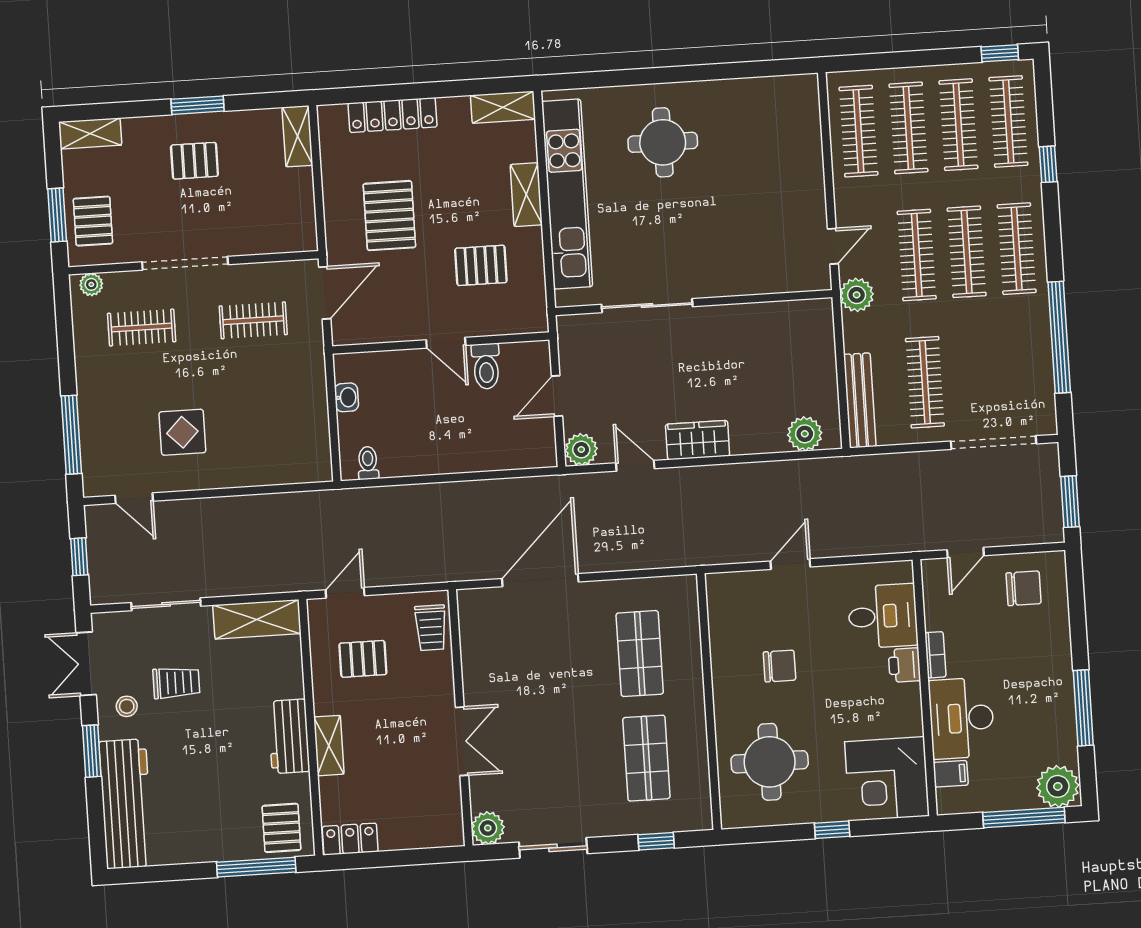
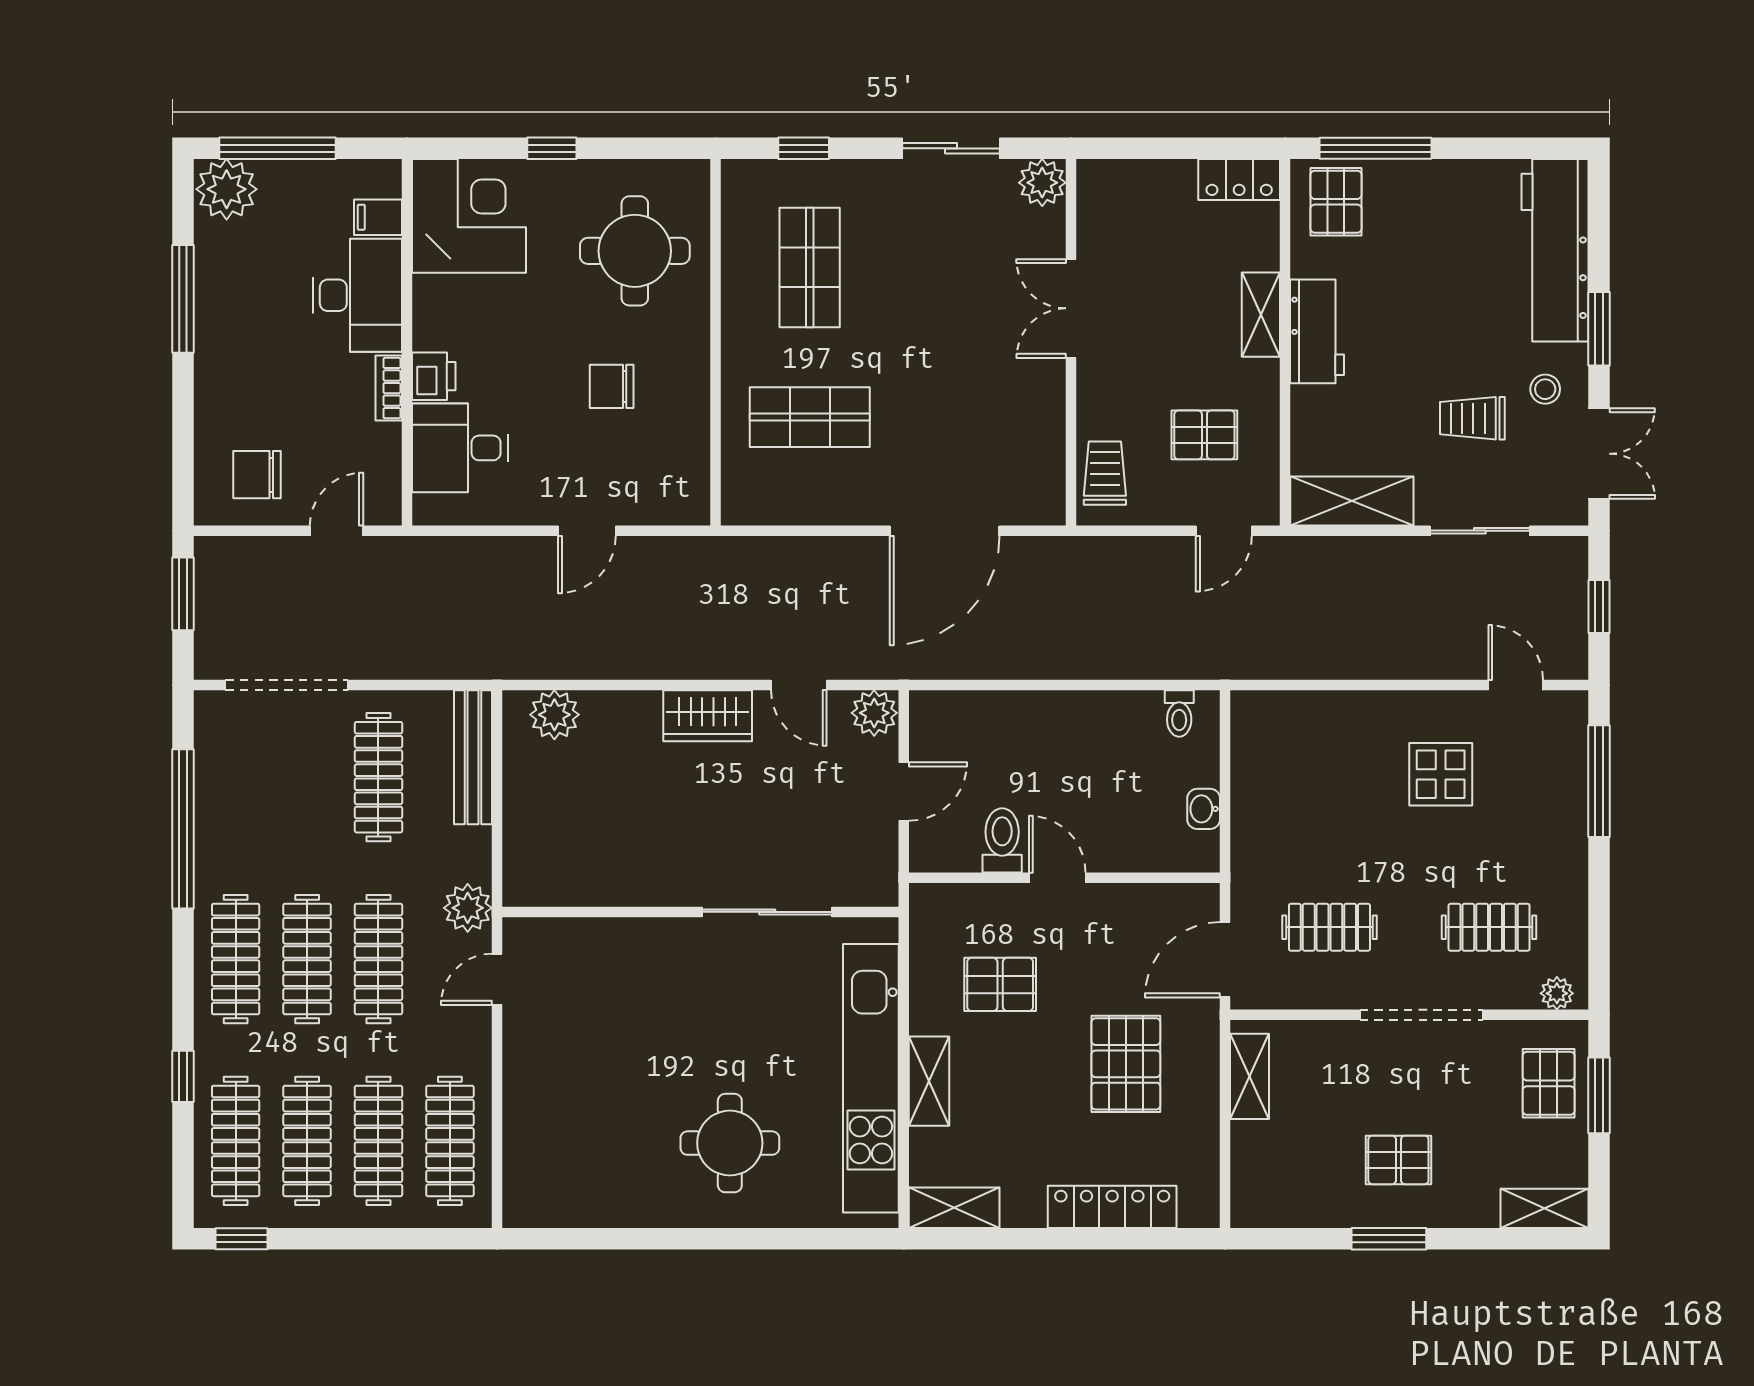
shelving: (297, 136) -> (1249, 1076), moved
shop shelf: (640, 654) -> (810, 417), turned 90

